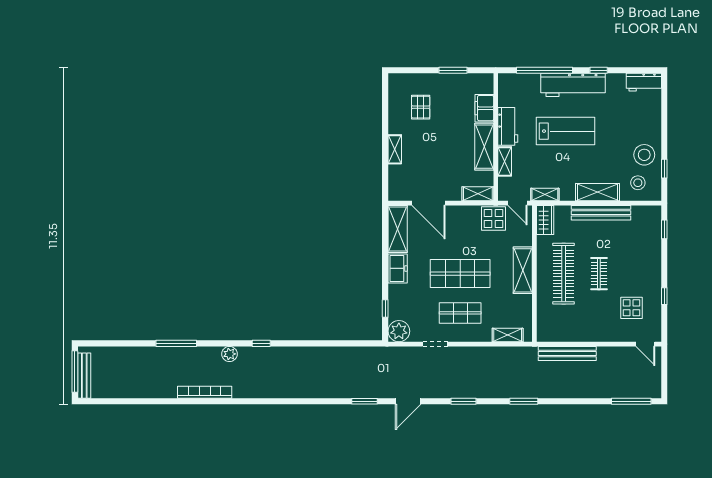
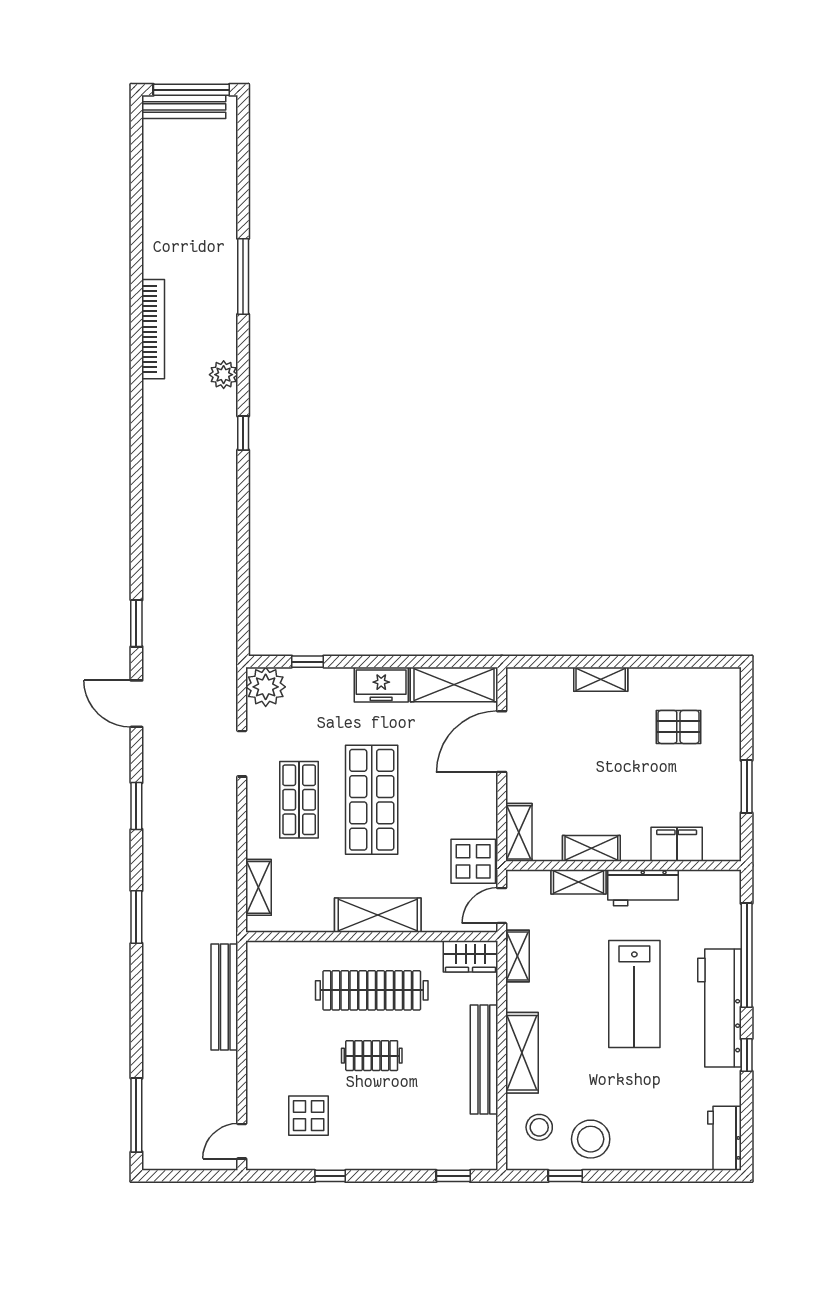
shelving: (484, 147) -> (591, 848), width x0.67, depth x0.75

